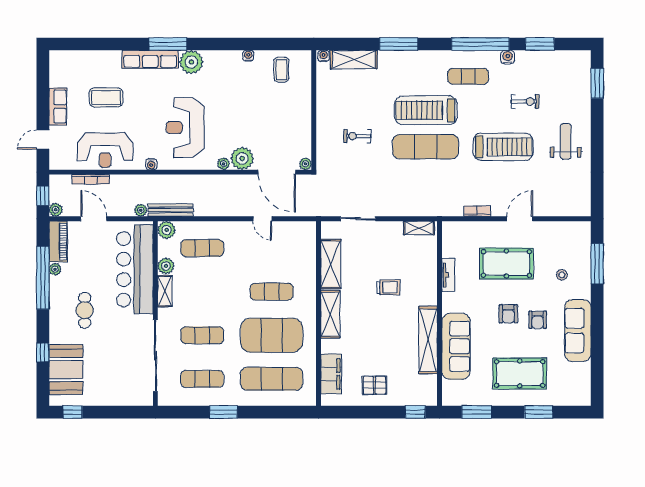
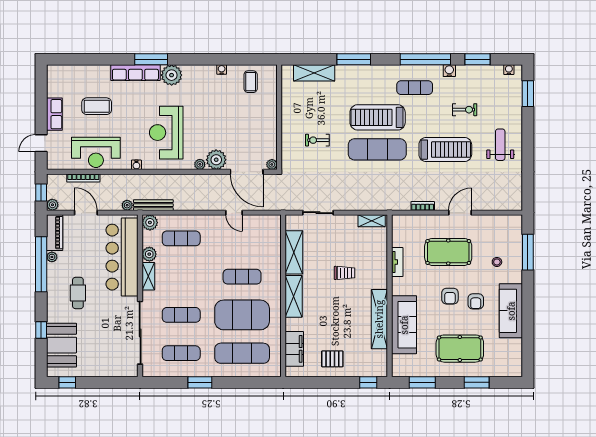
water cooler: (324, 56) -> (509, 70), moved

